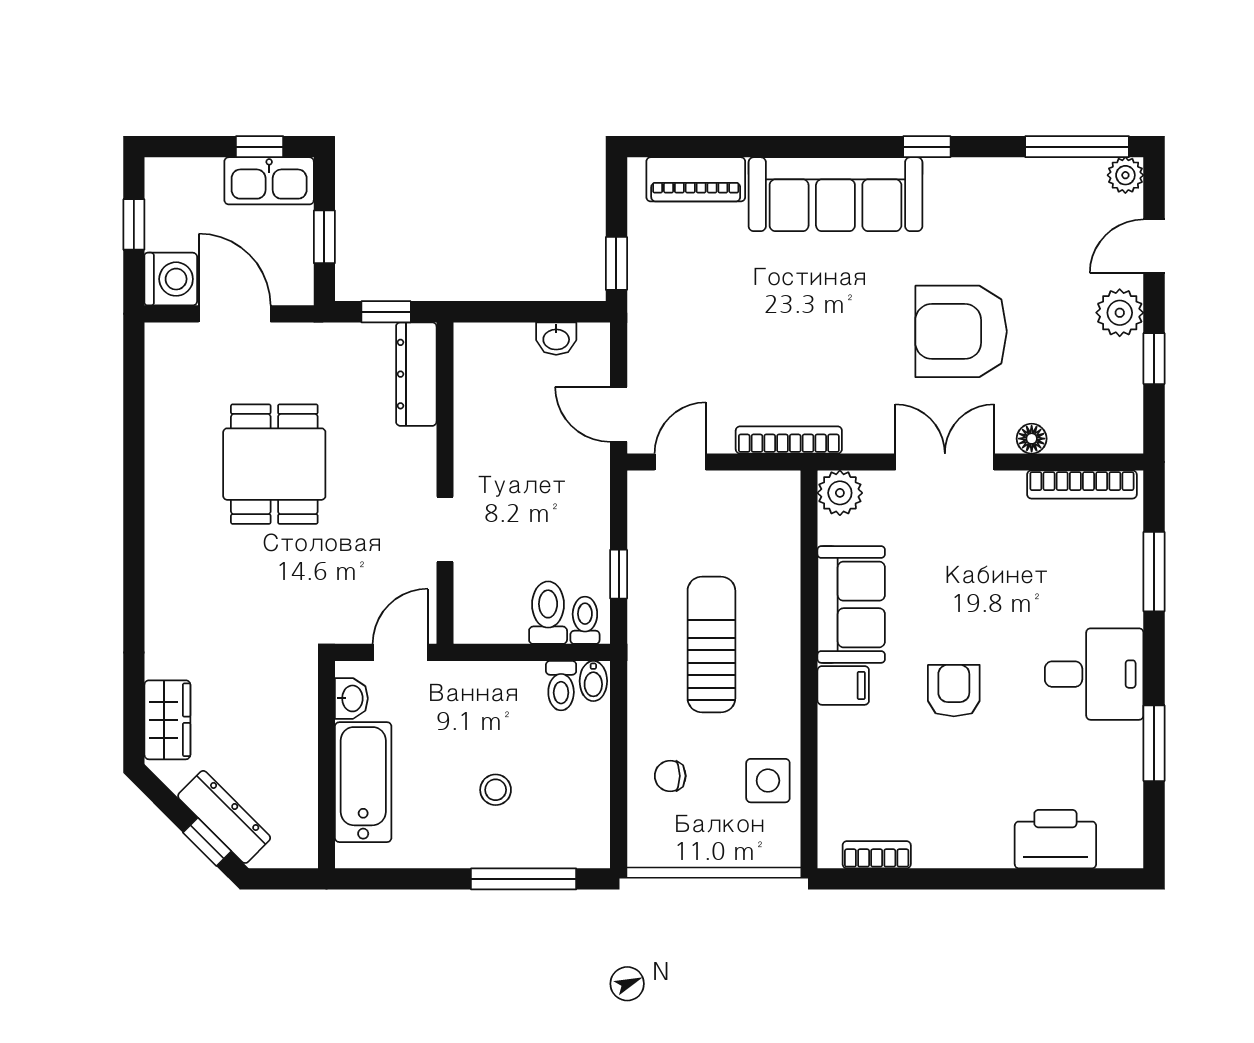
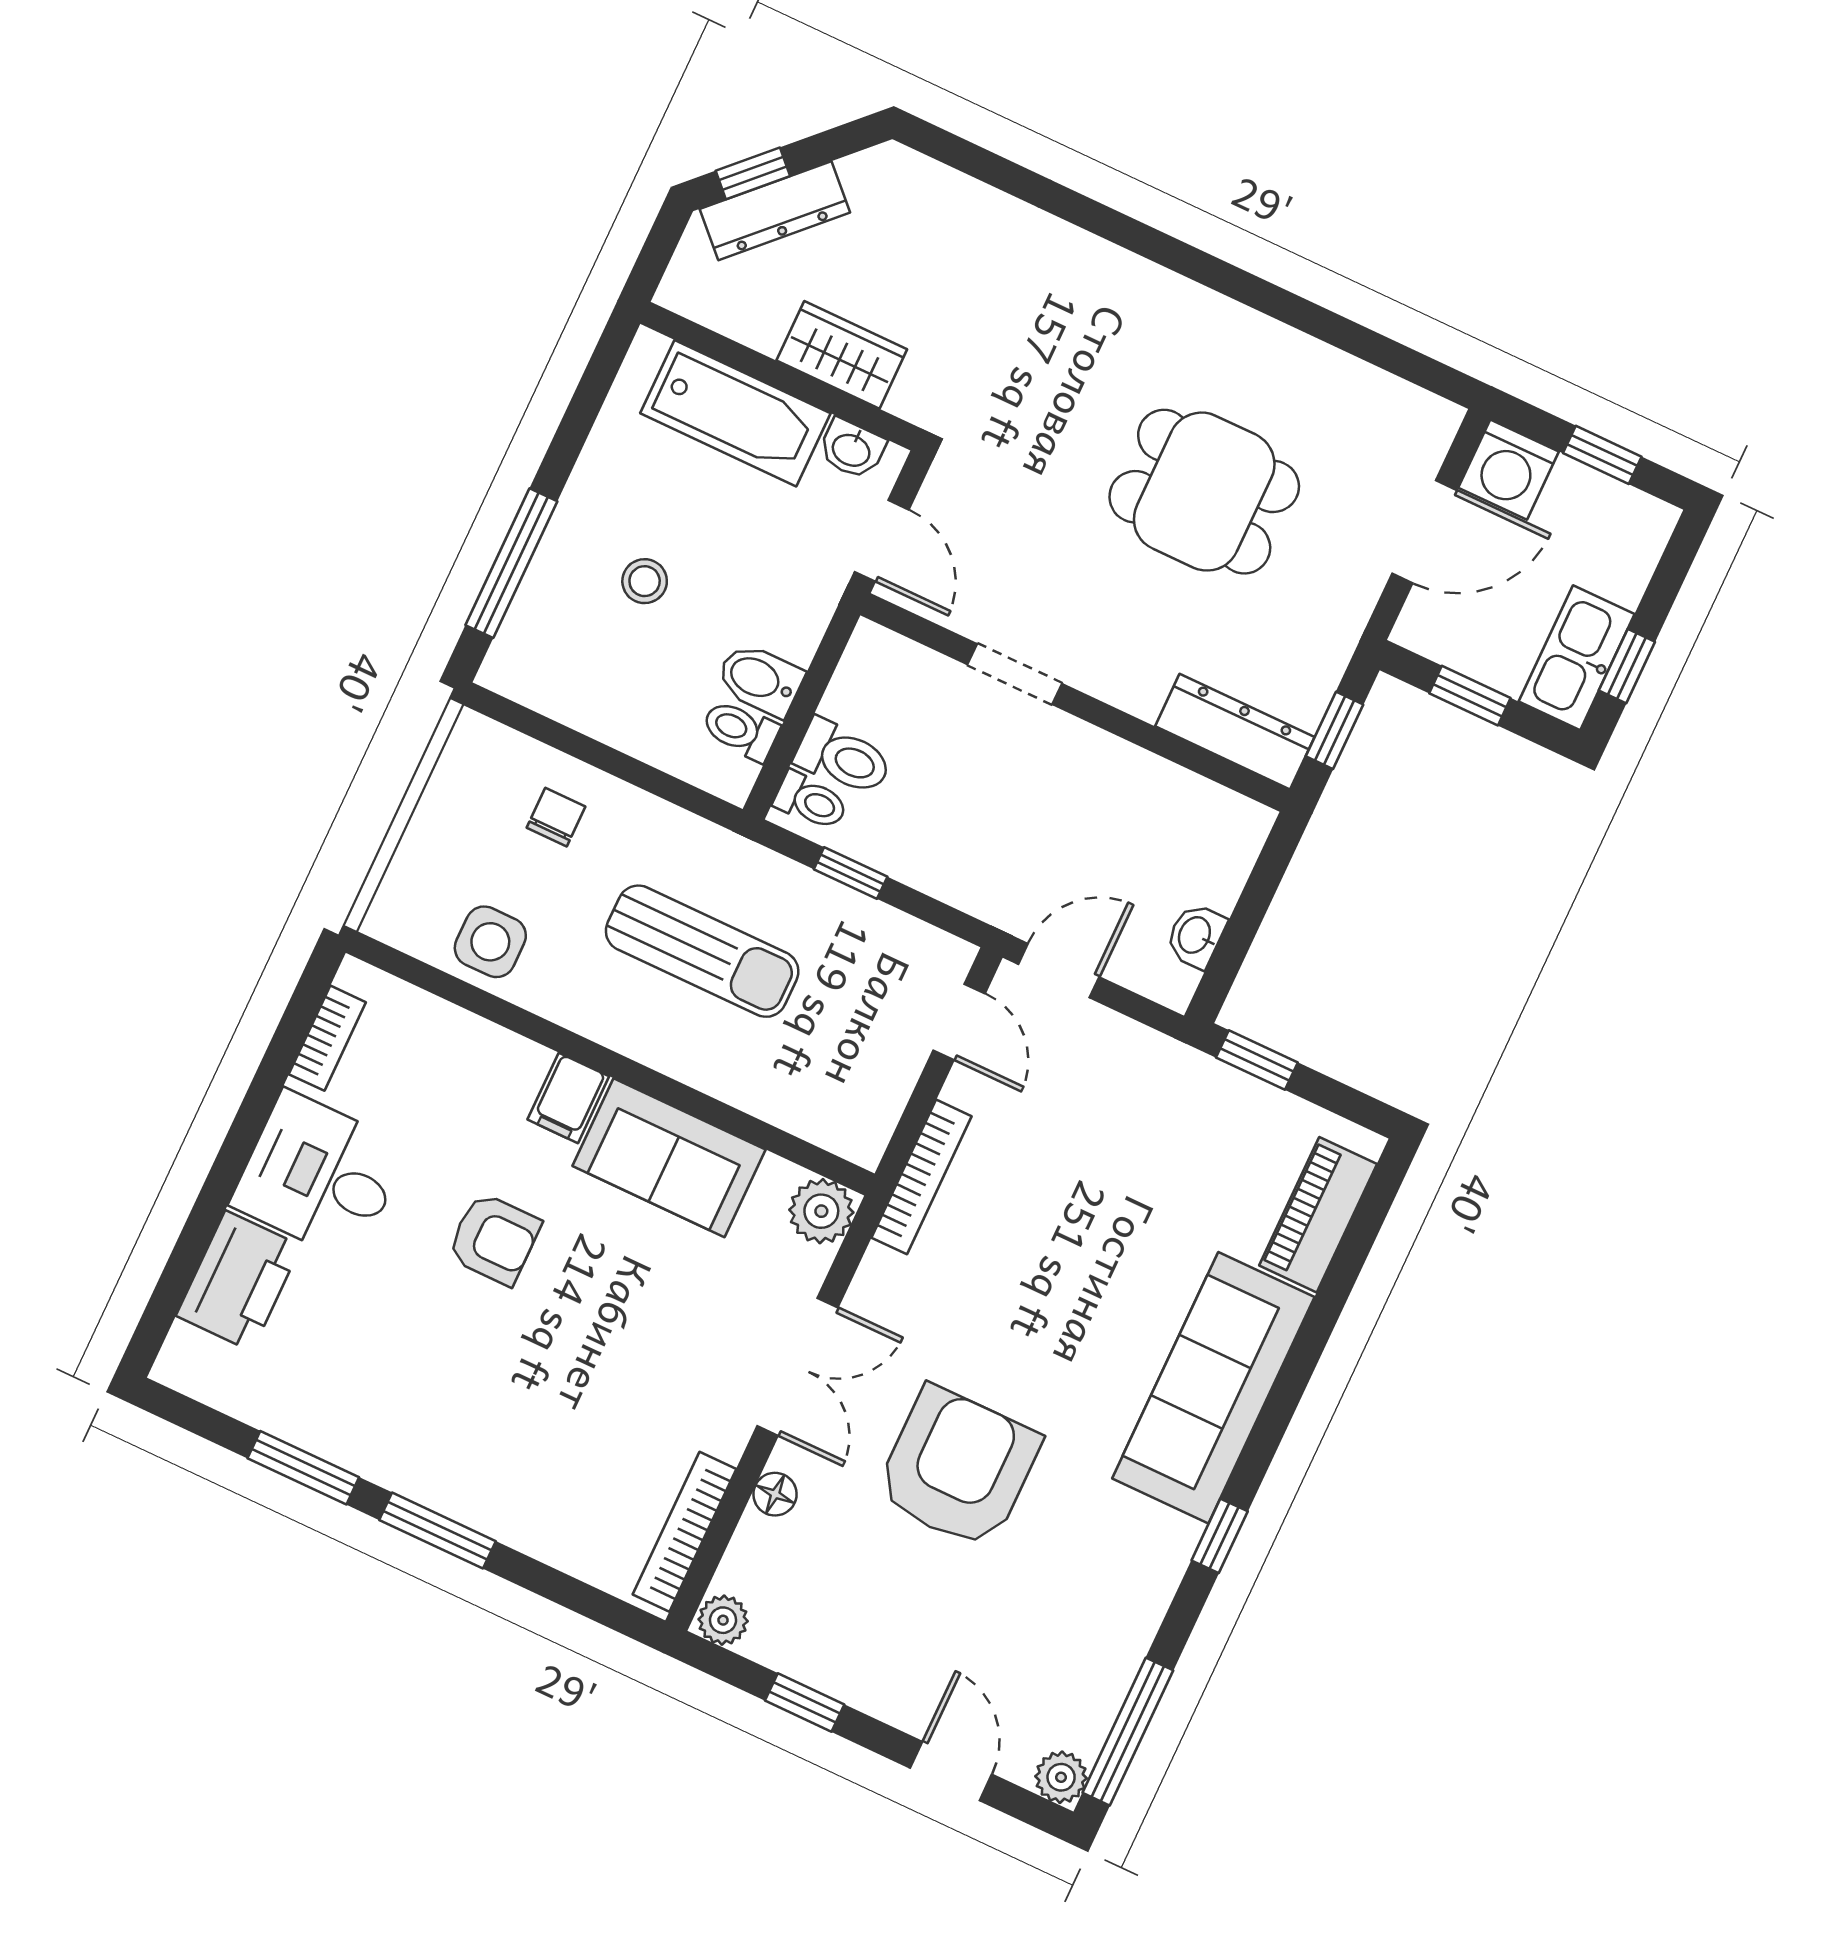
plant: (1120, 313) -> (723, 1620), moved, width x0.73, depth x0.73
window: (1154, 572) -> (437, 1531), moved
desk: (1094, 674) -> (320, 1176), moved, turned 90
bidet: (593, 681) -> (760, 679), moved, width x1.38, depth x1.36
wardrobe: (167, 720) -> (842, 355), moved, turned 180

